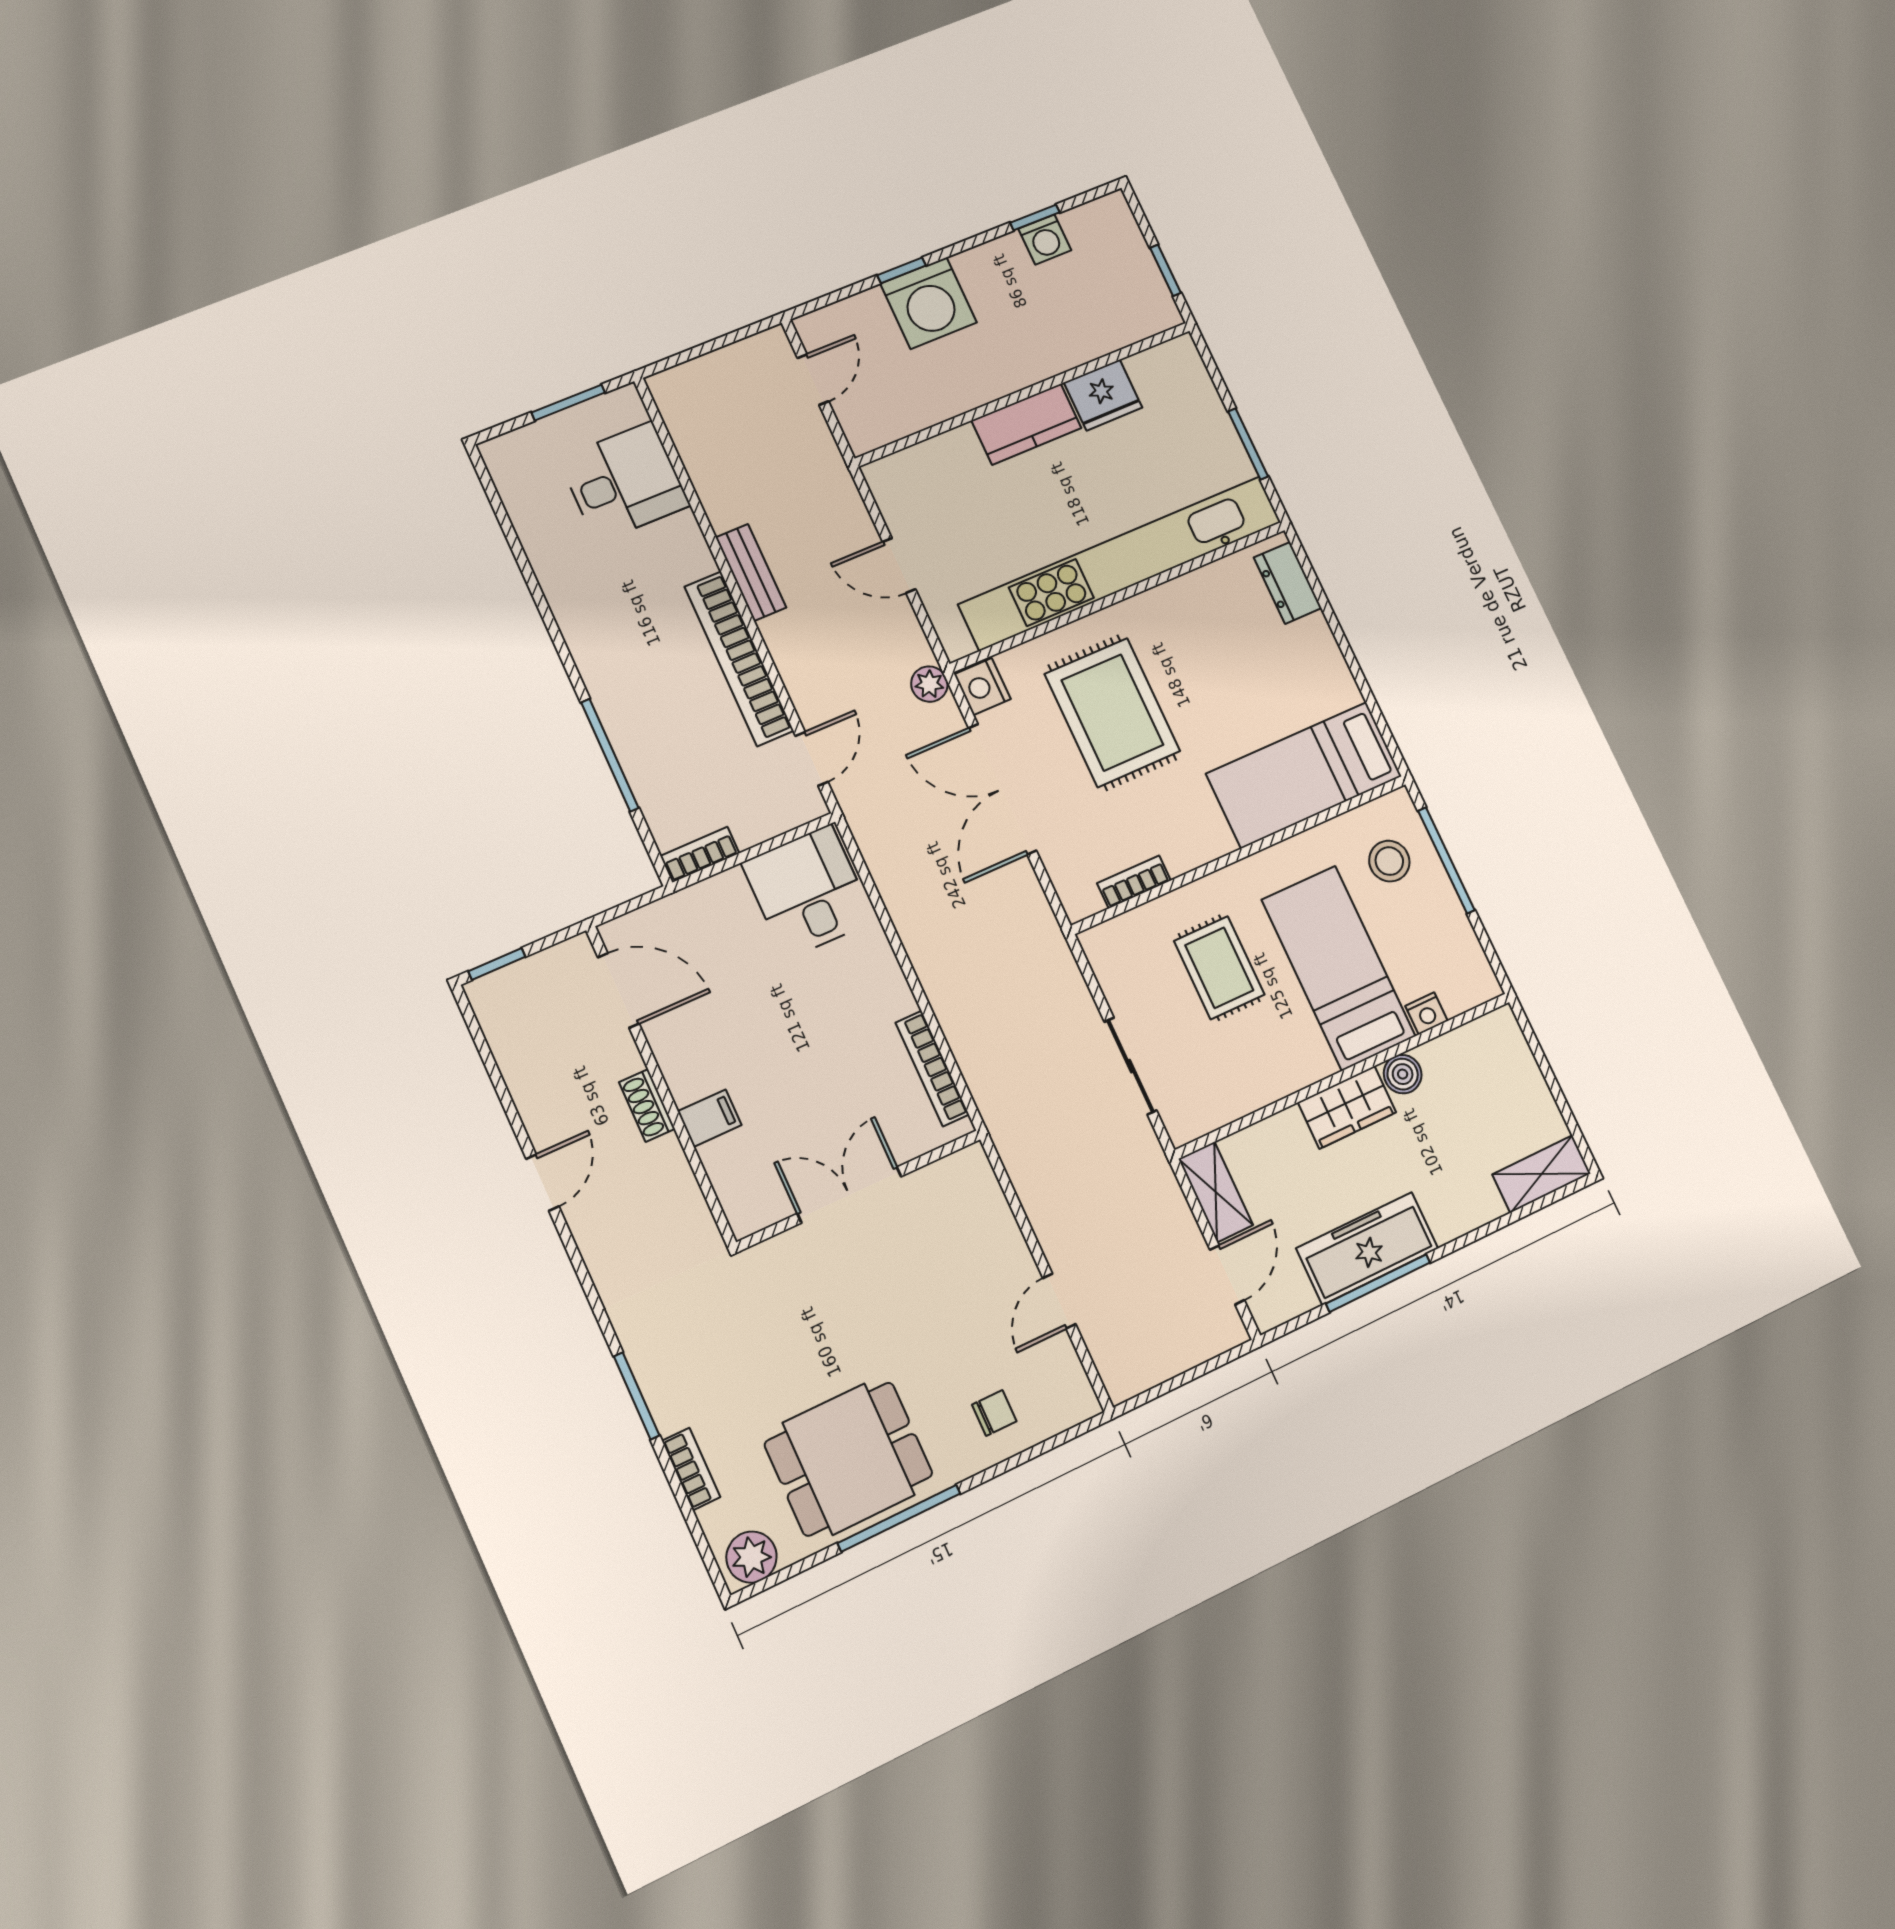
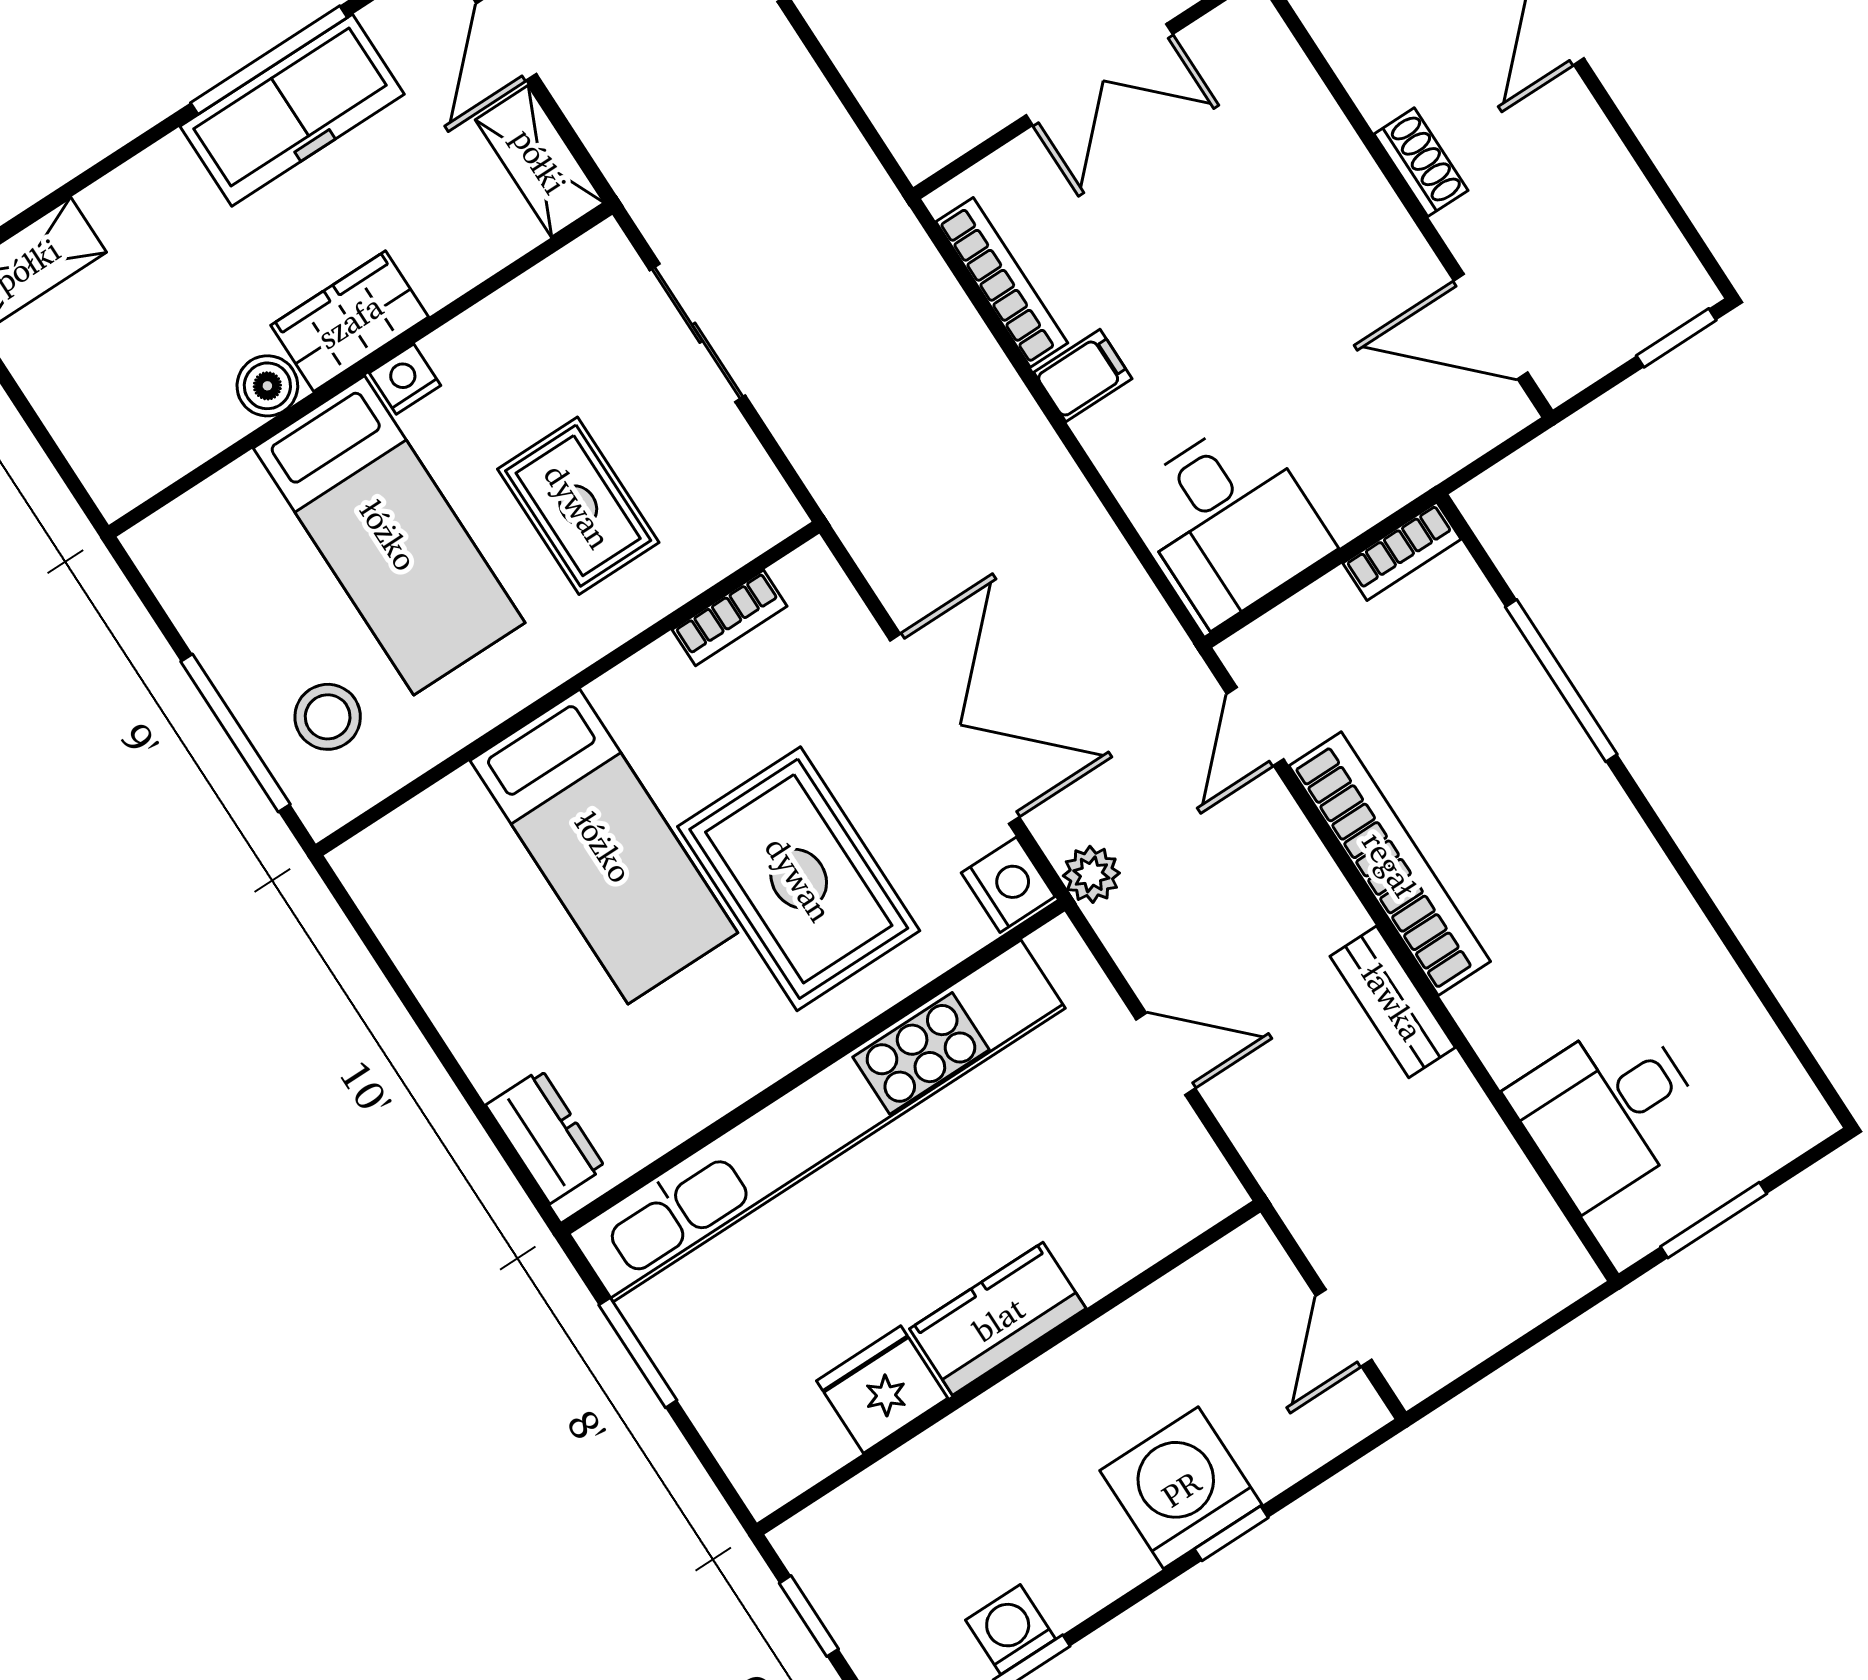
bed: (1304, 775) -> (604, 847), moved, turned 90
nightstand: (1427, 1013) -> (405, 379), moved
filing cabinet: (710, 1118) -> (1083, 375), moved, turned 180

